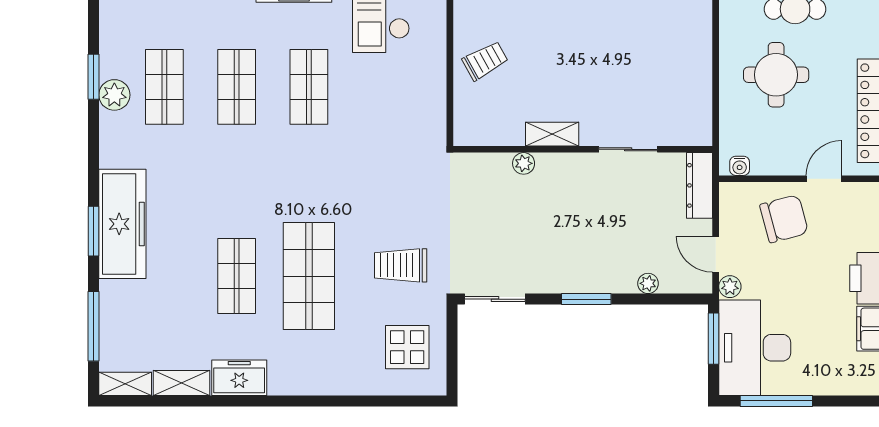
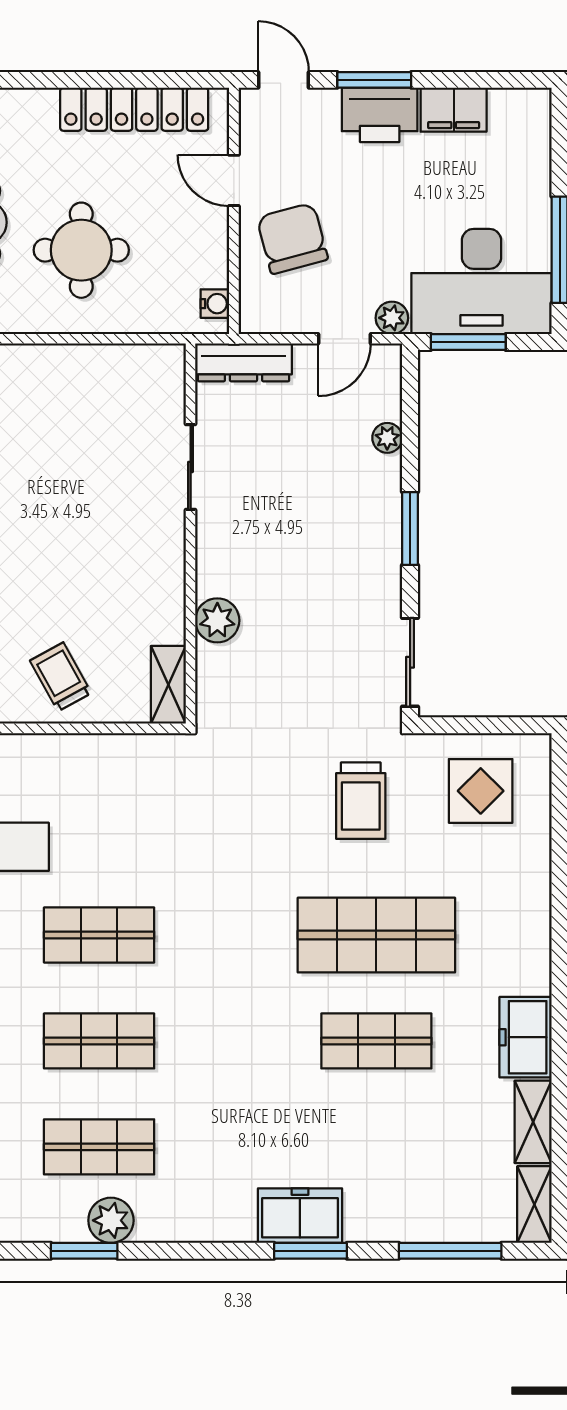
shelving: (552, 134) -> (168, 685), moved
plant: (524, 163) -> (217, 620), width x1.38, depth x1.38
freezer: (122, 224) -> (300, 1216), width x0.52, depth x0.79

